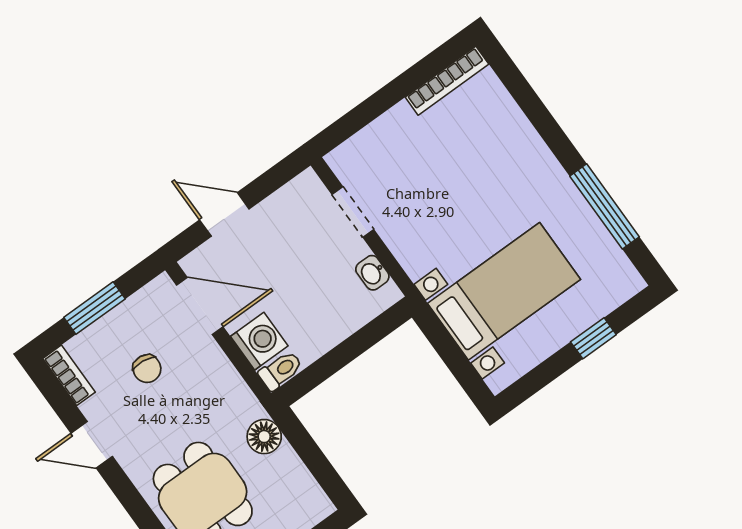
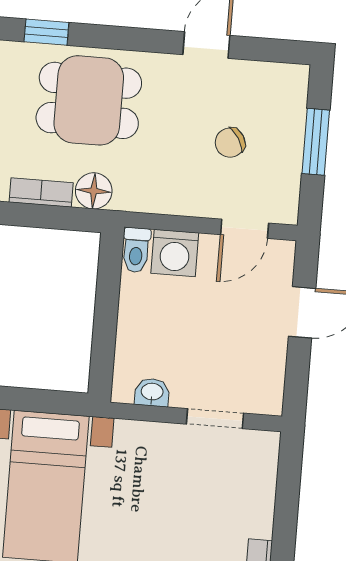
door: (200, 306) -> (245, 229), width x0.73
chair: (147, 369) -> (230, 143), turned -38
bookcase: (69, 375) -> (41, 192), moved, turned 180

